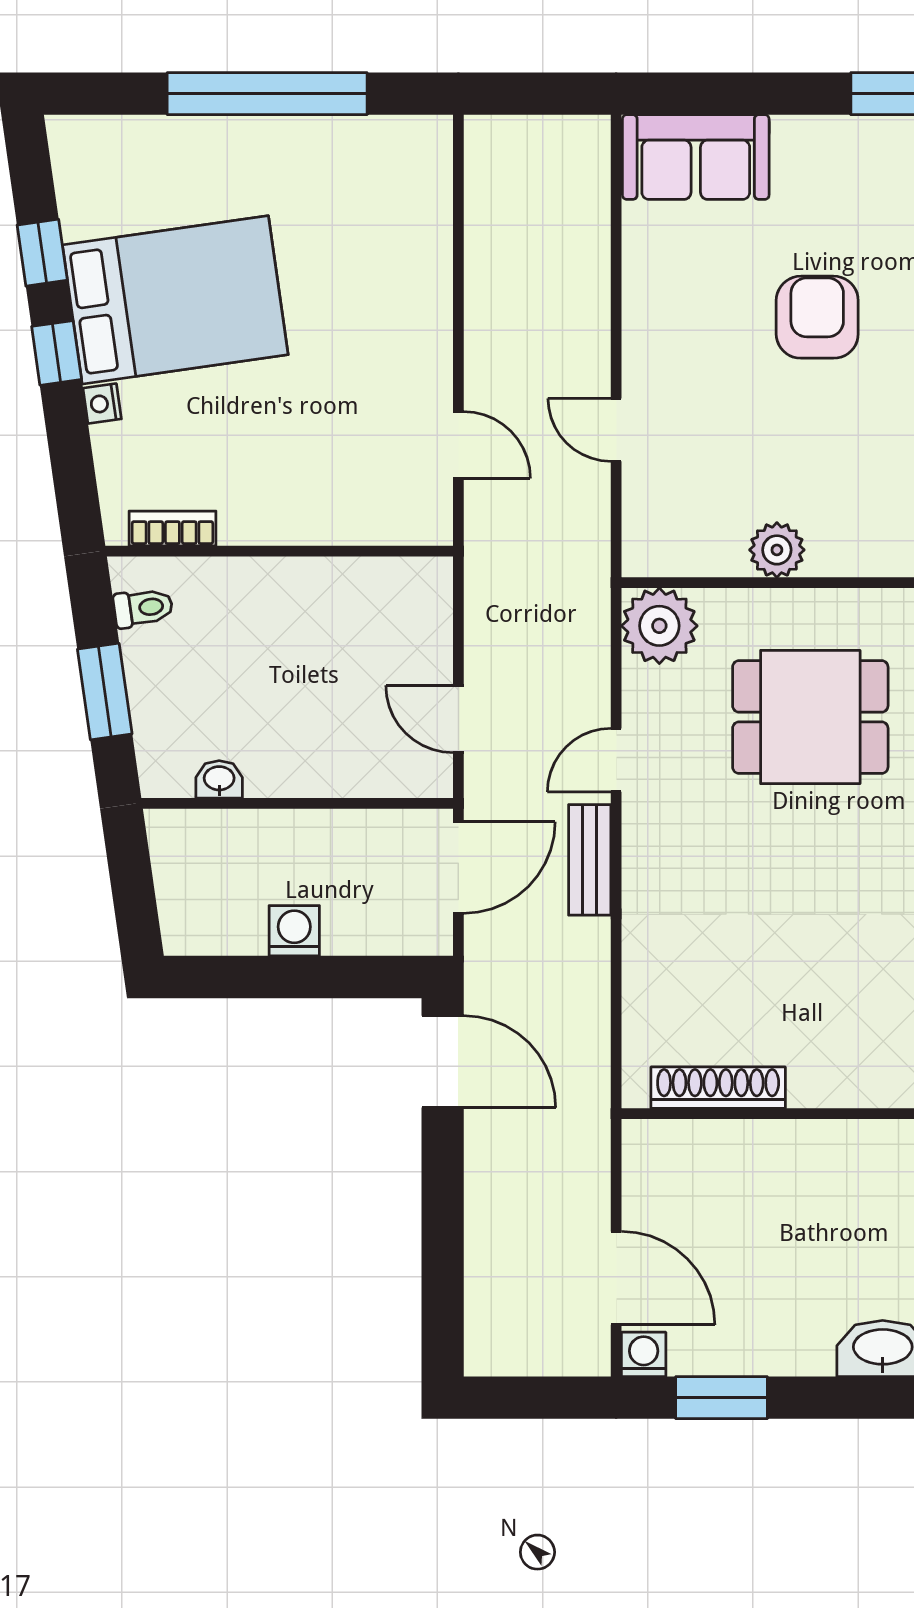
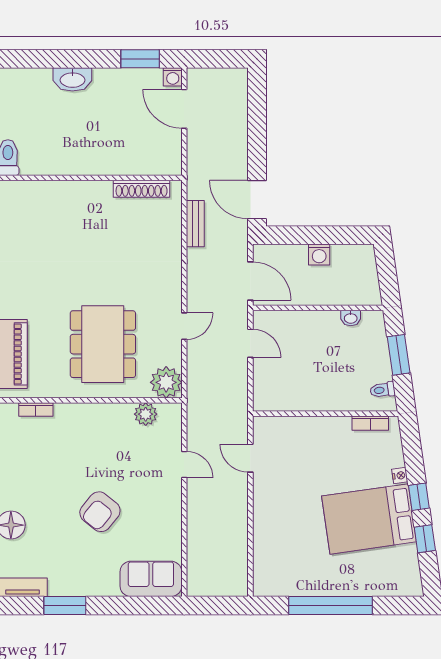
armchair: (817, 317) -> (100, 512), turned 39
plant: (777, 550) -> (146, 414), moved
dining table: (810, 717) -> (103, 344), width x1.38
bench: (590, 860) -> (195, 224), moved
door: (458, 868) -> (250, 281), swing flipped

